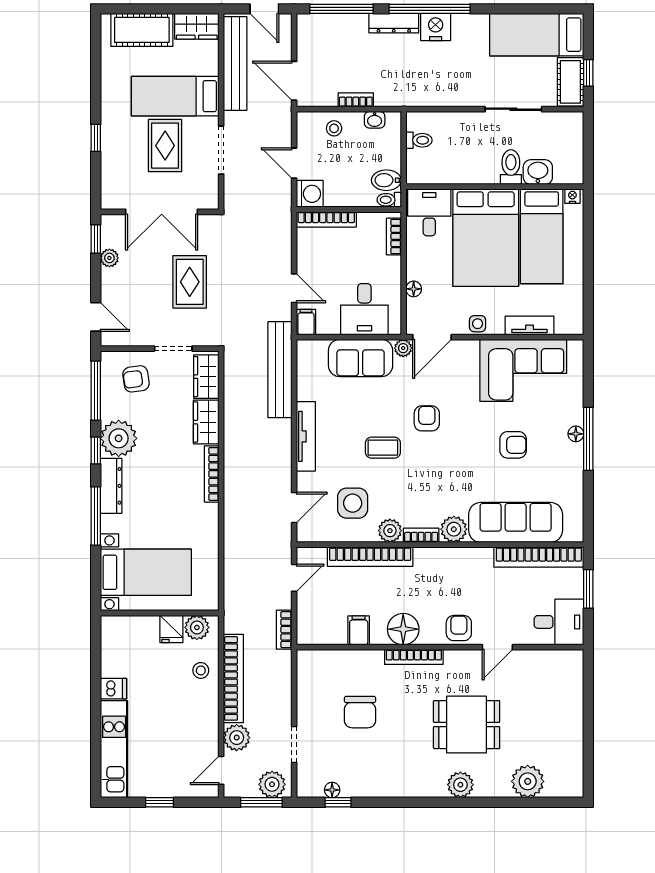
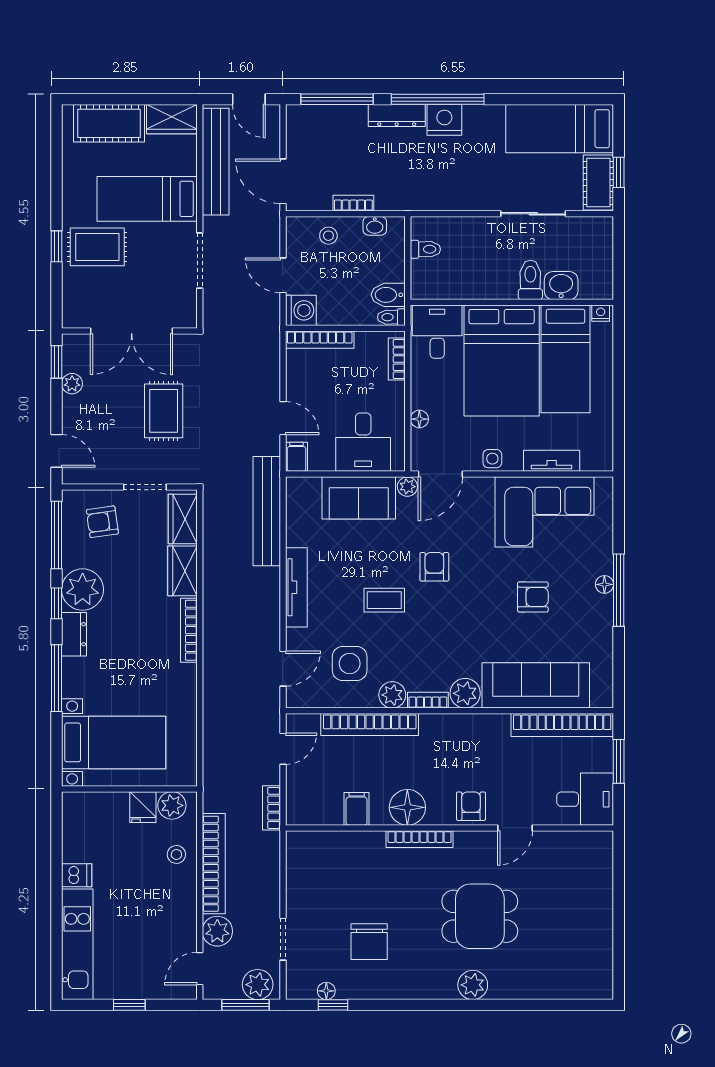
rug: (165, 146) -> (97, 247), moved, turned 90
dresser: (111, 486) -> (74, 634), width x0.70
chair: (360, 712) -> (369, 942), moved
plant: (528, 781) -> (550, 981), removed

